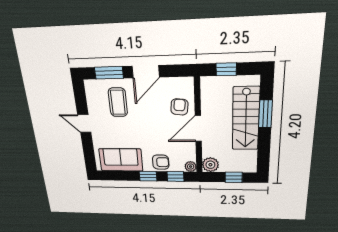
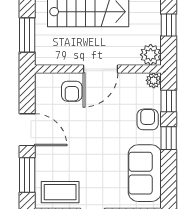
window: (226, 69) -> (27, 35), width x1.50
coffee table: (118, 102) -> (60, 192), moved
armchair: (179, 107) -> (72, 91), turned -96
door: (198, 129) -> (101, 69), hinge flipped

